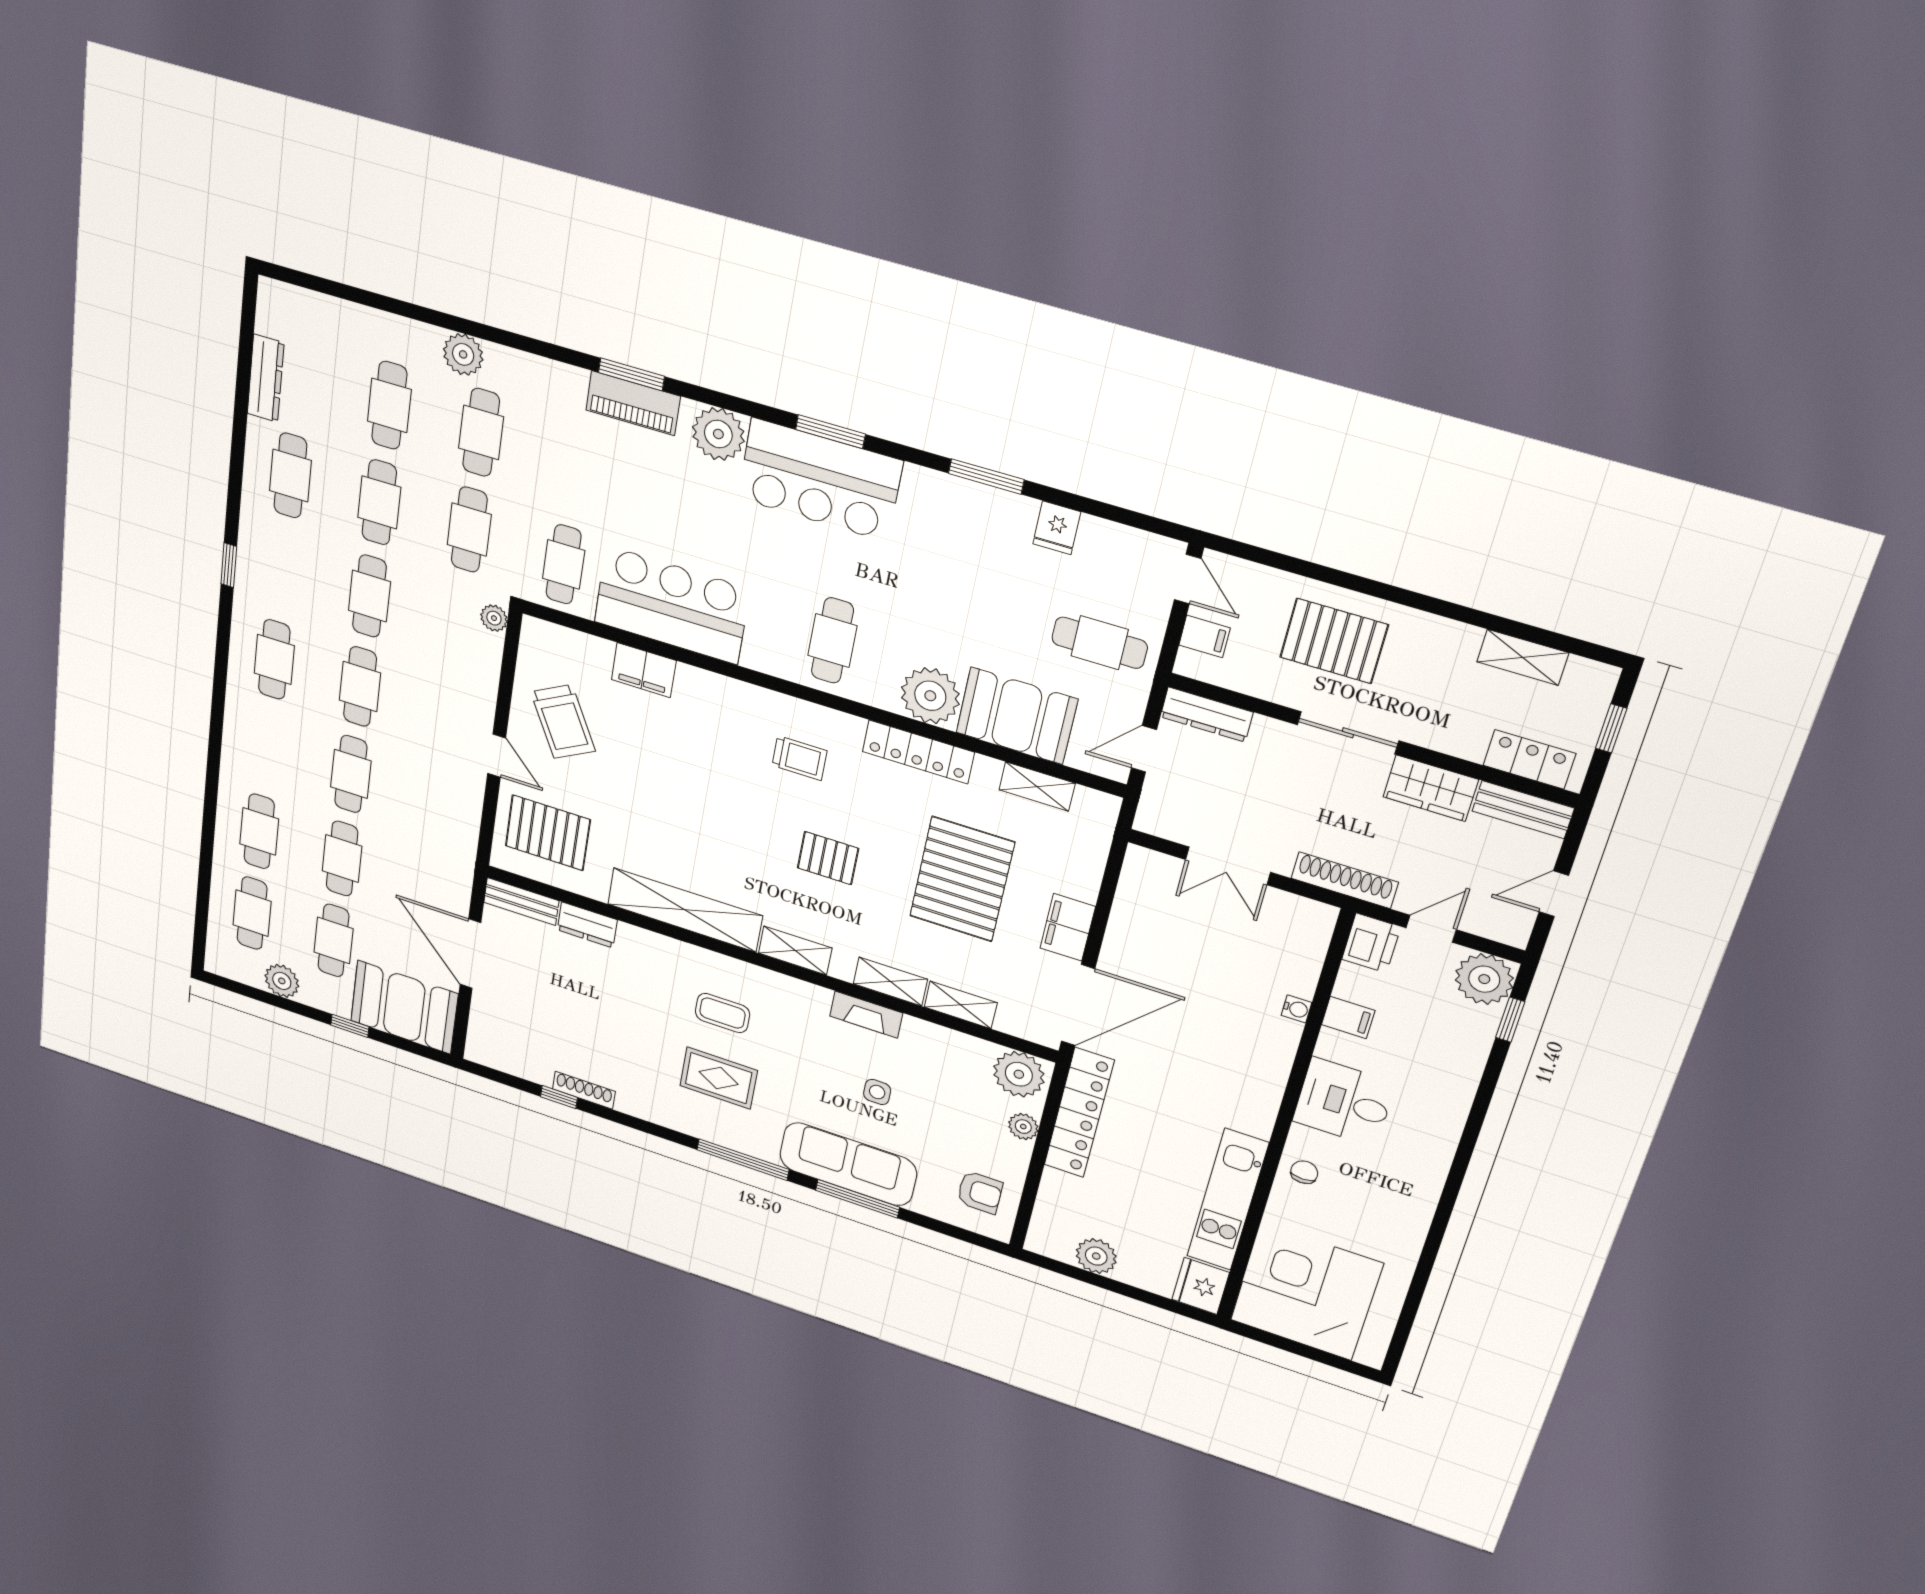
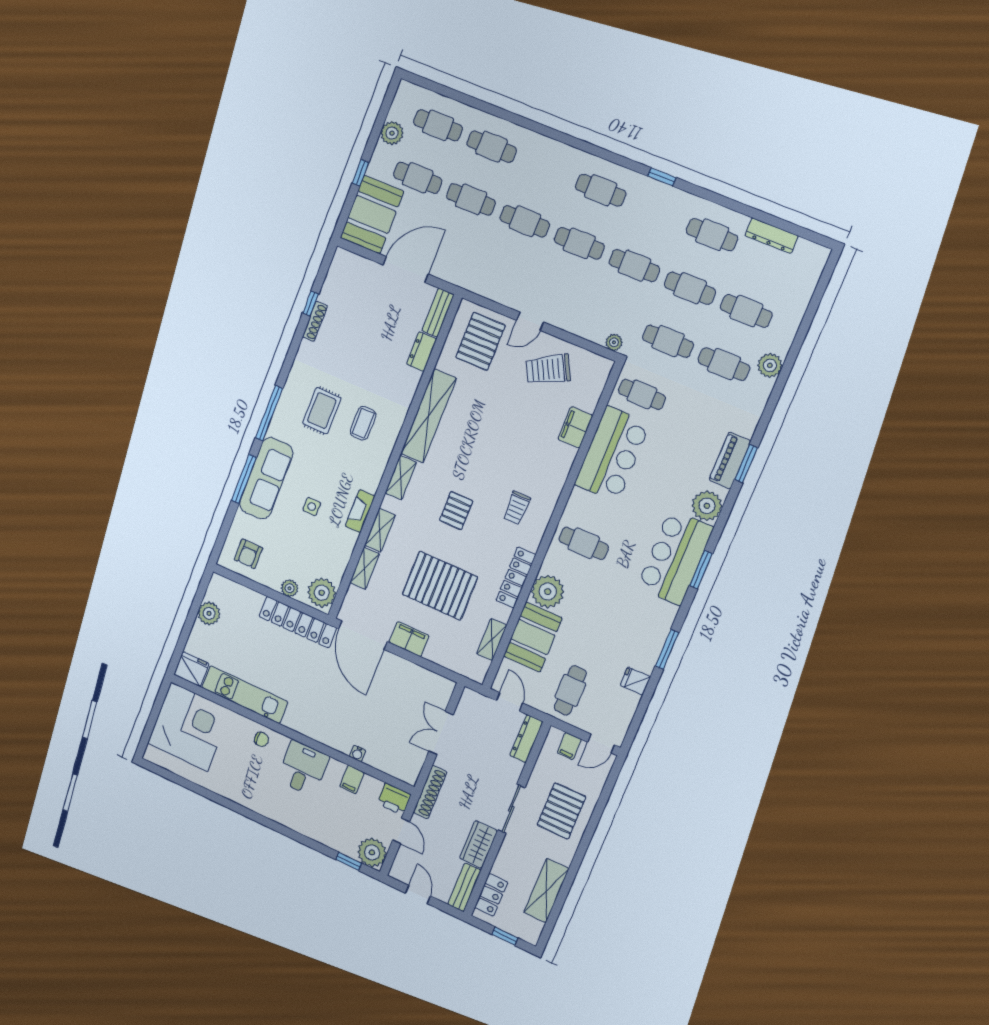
shelving: (1523, 657) -> (546, 890), width x1.50, depth x1.33

